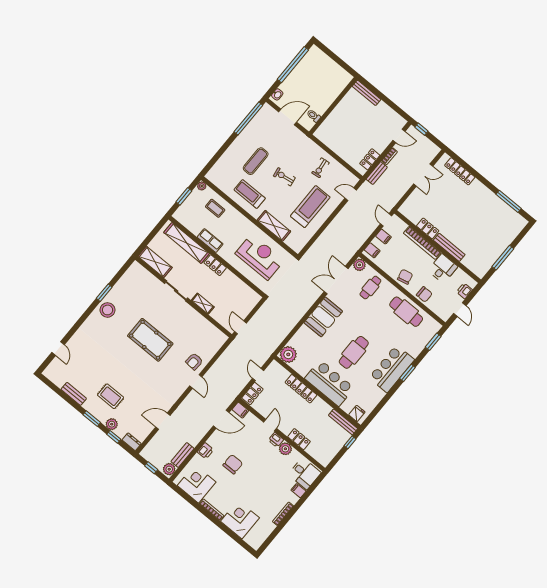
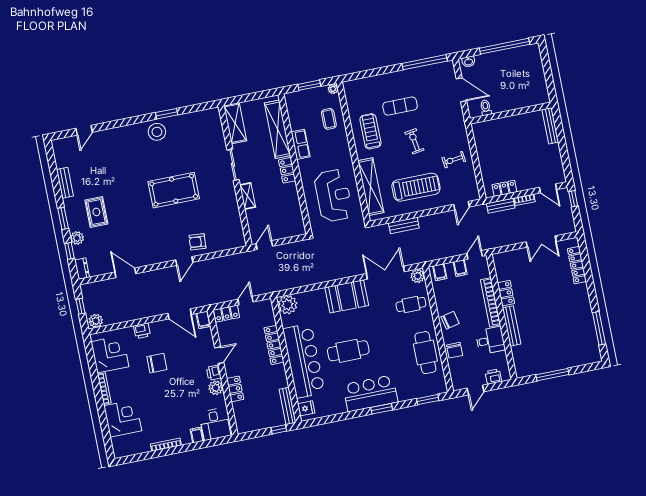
door: (351, 194) -> (462, 206), swing flipped
shelving: (274, 226) -> (371, 187), width x1.47
pool table: (150, 340) -> (174, 190), turned 90
bar counter: (329, 383) -> (304, 361), width x1.36
bench: (182, 455) -> (404, 225), moved

